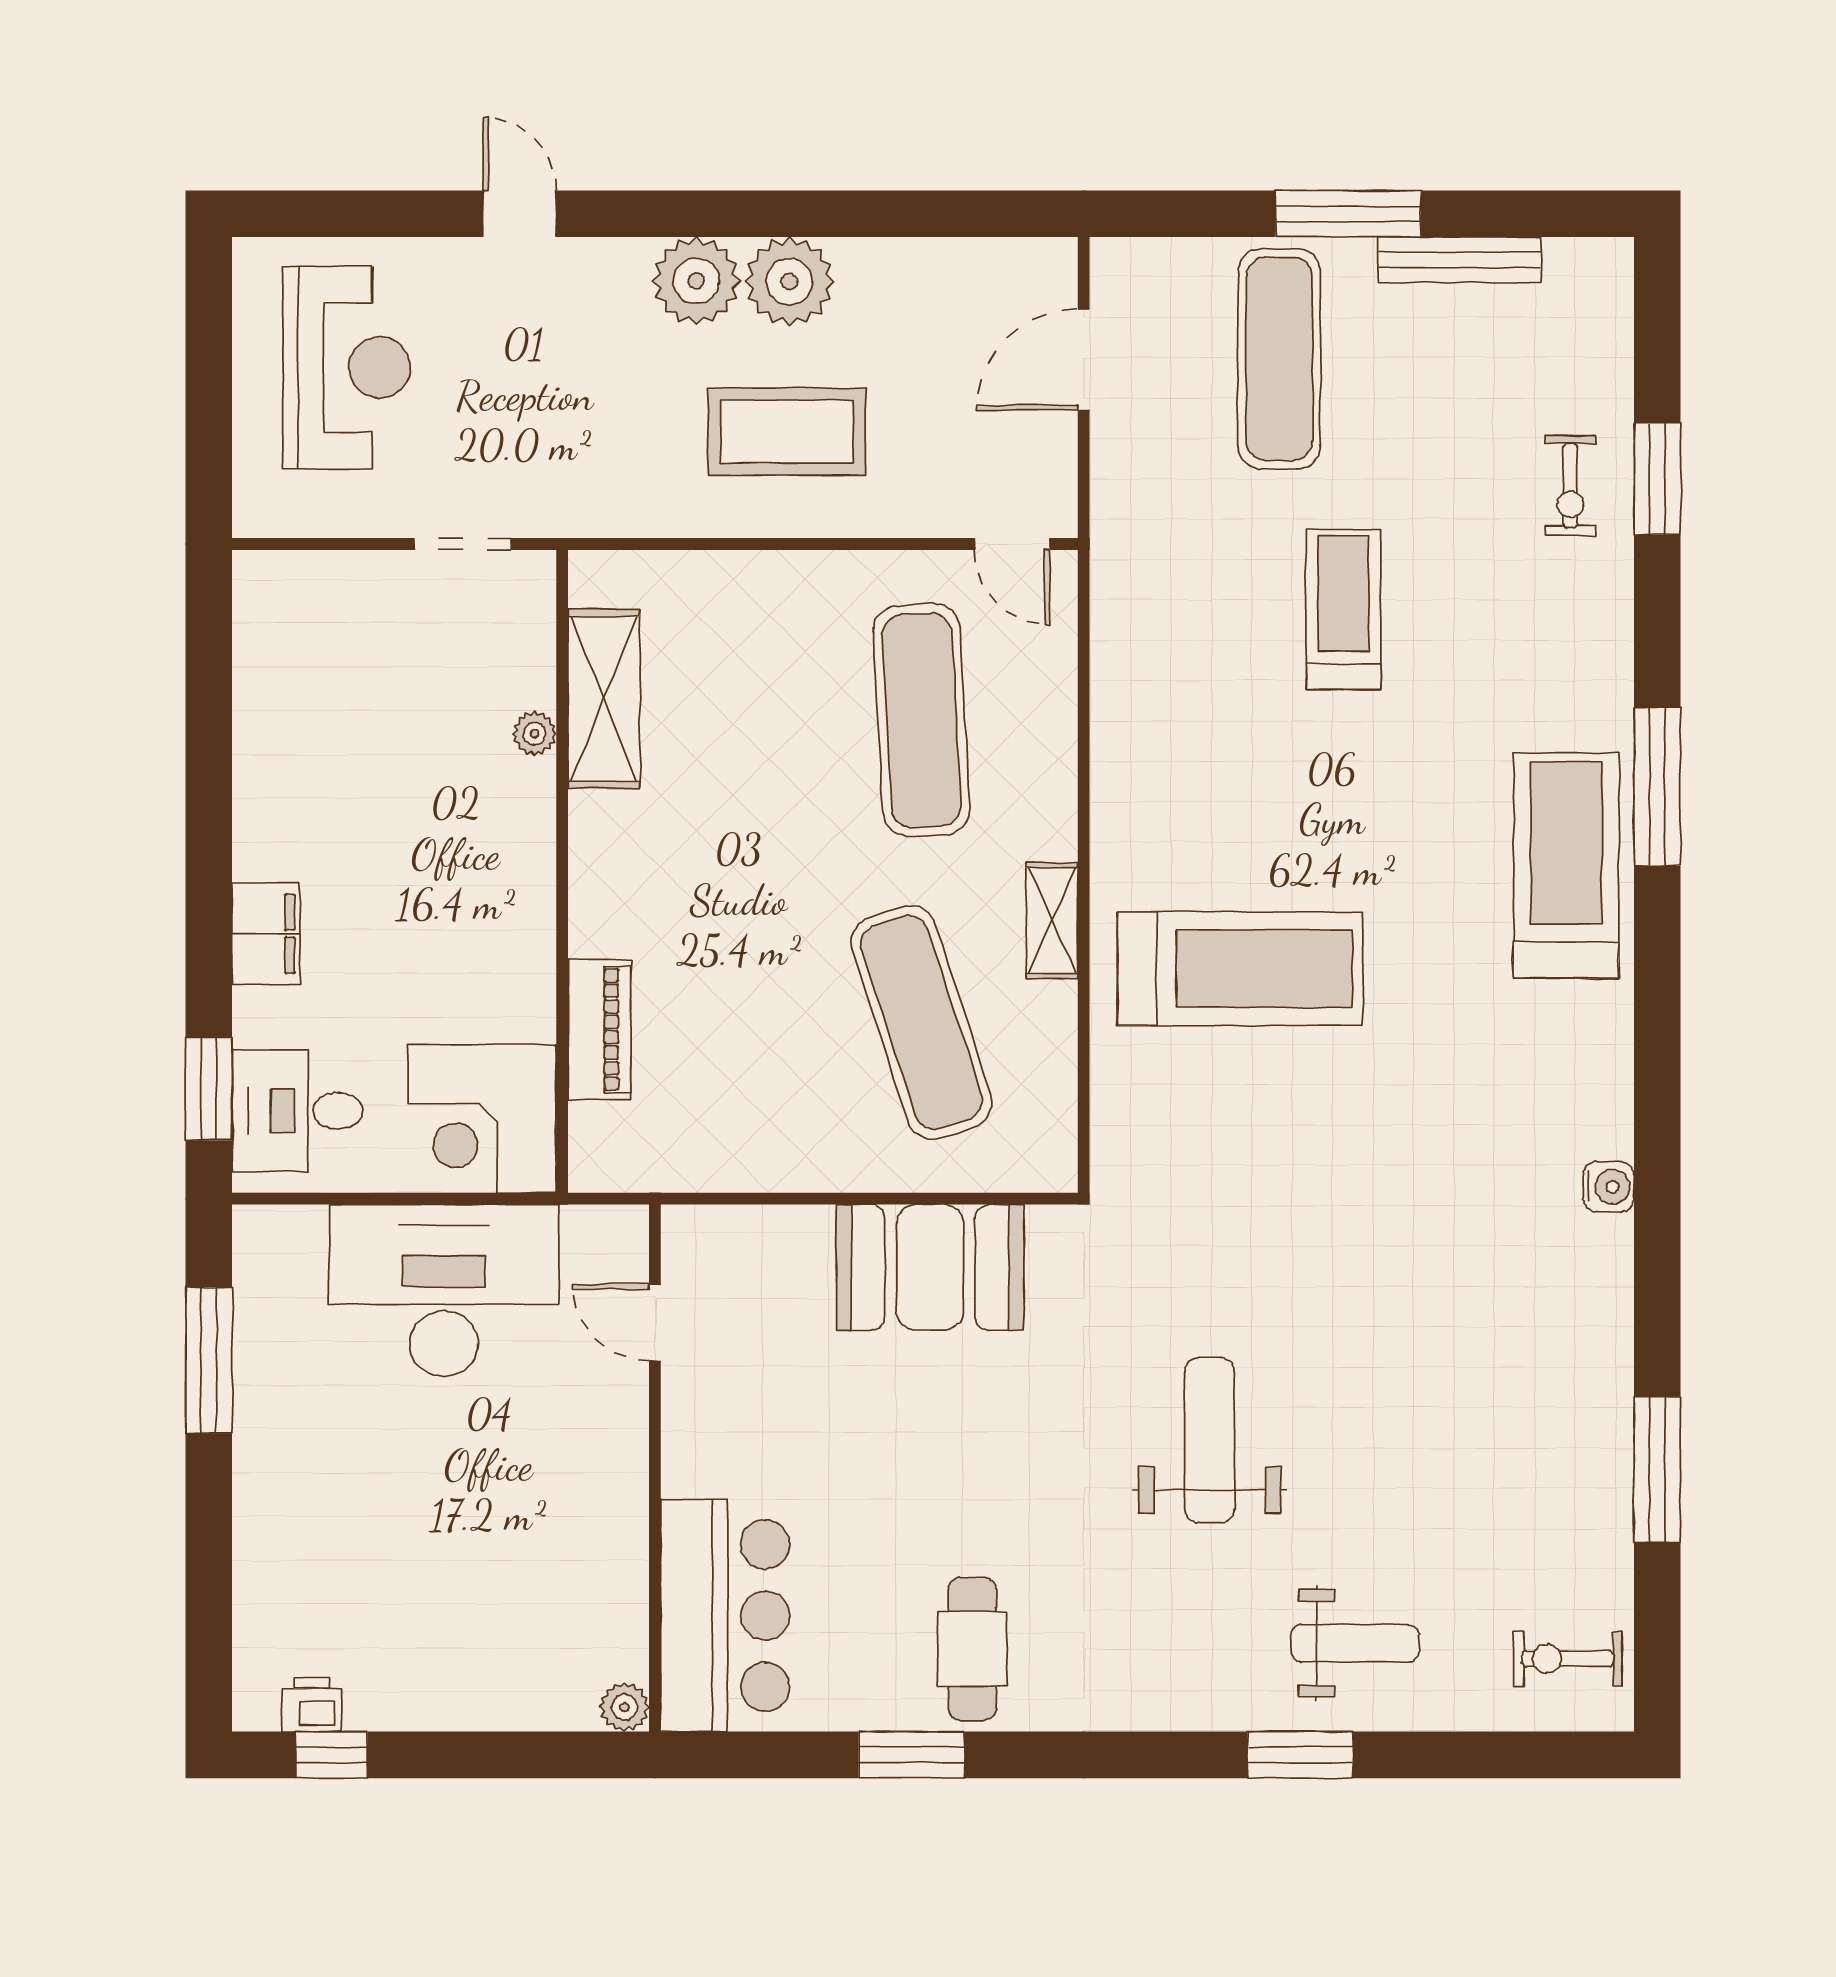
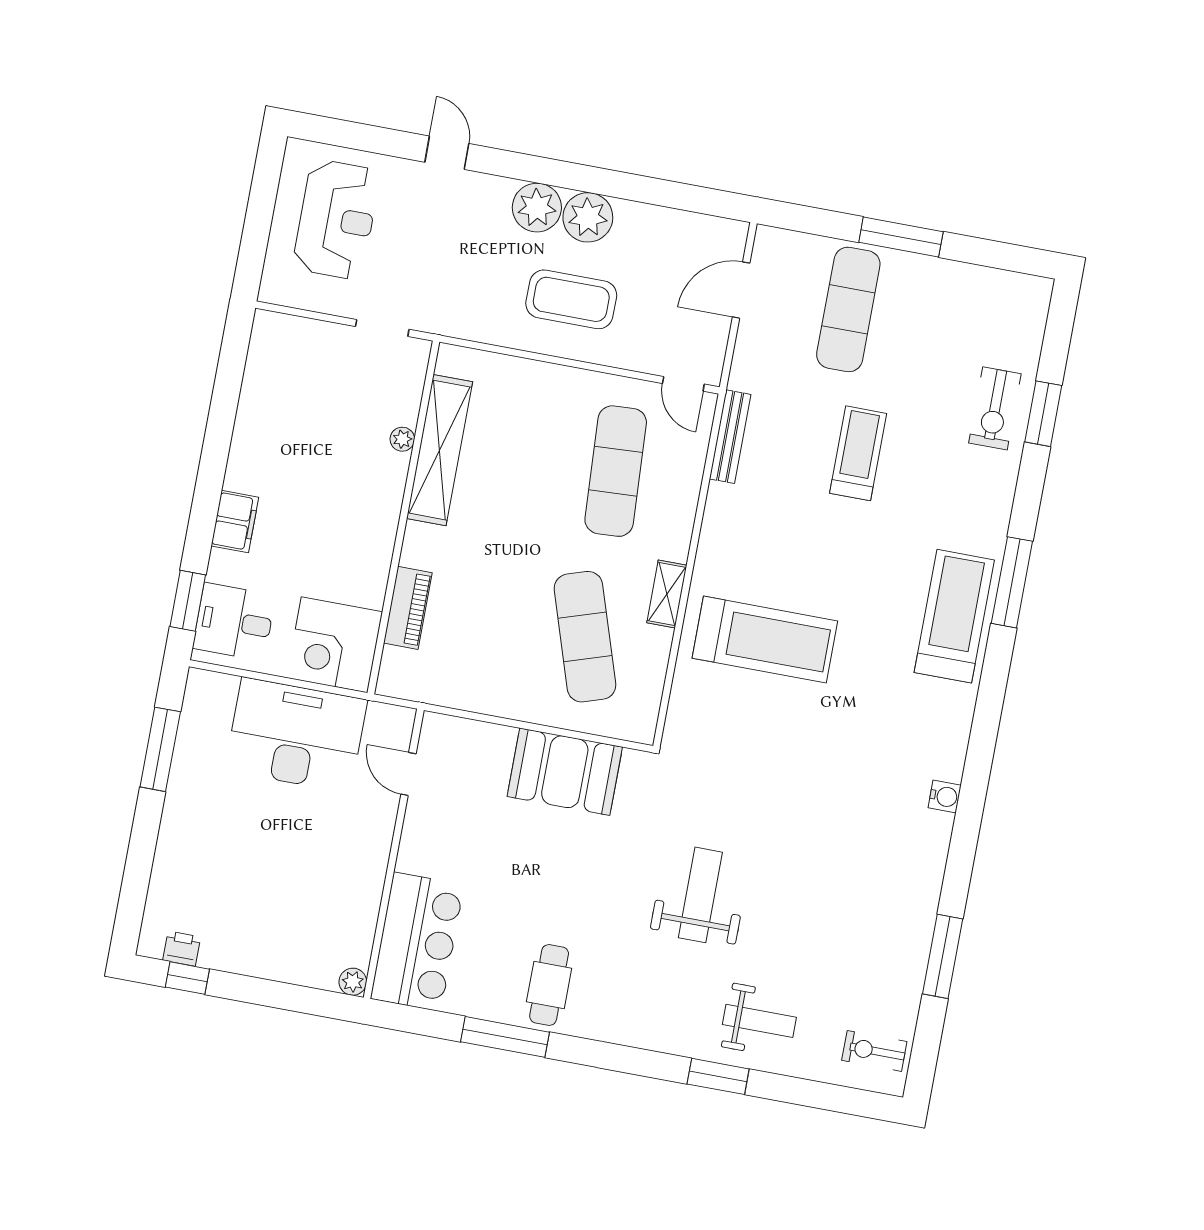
bench: (1460, 260) -> (730, 437), moved, turned 90
exercise bike: (1570, 486) -> (995, 408), width x1.38, depth x1.39
shelving: (604, 699) -> (440, 450), width x1.47
window: (911, 1755) -> (505, 1037), width x1.44

